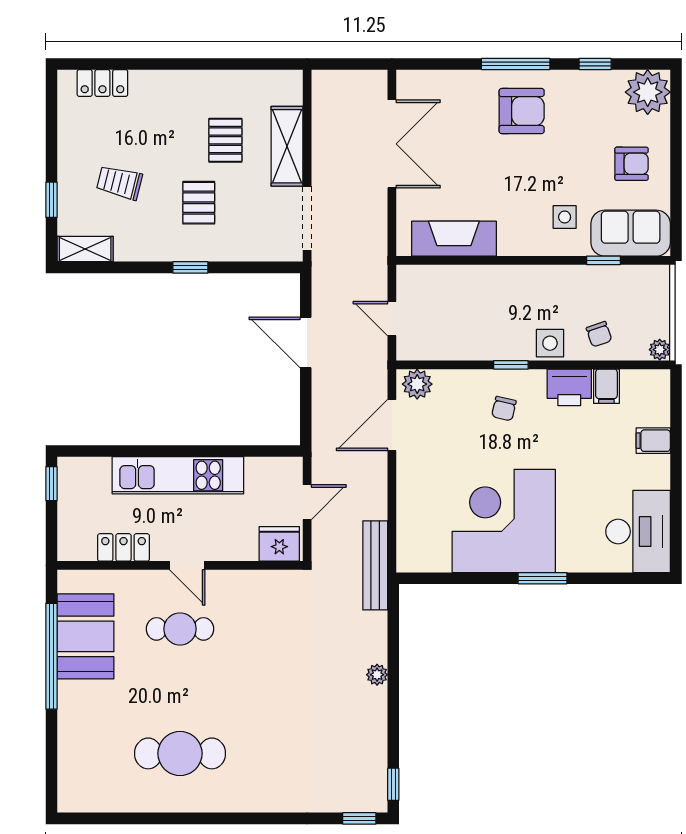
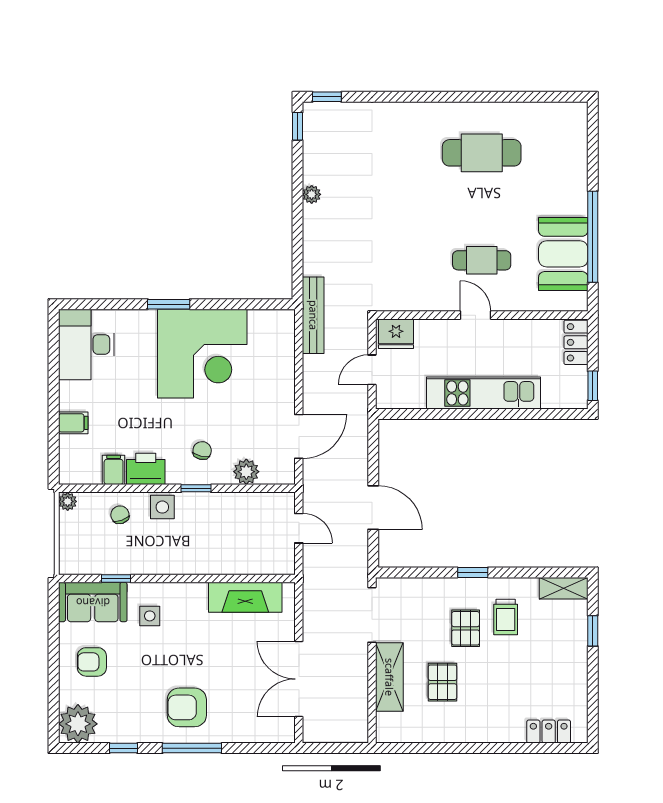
trolley: (119, 183) -> (506, 617), moved, turned 76
plant: (417, 384) -> (246, 472), moved
locker: (124, 547) -> (576, 342), moved, turned 90
plant: (377, 675) -> (312, 194), moved

